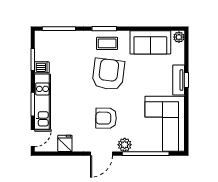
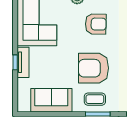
plant: (179, 37) -> (23, 105), removed
armchair: (108, 74) -> (94, 68), turned 83

